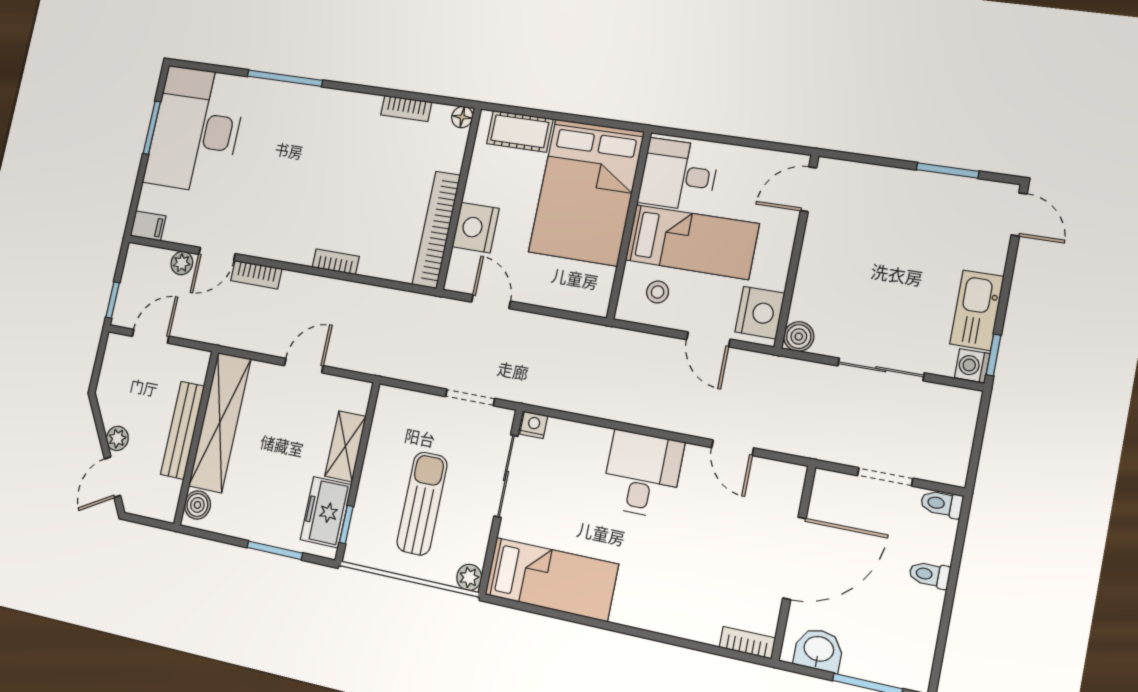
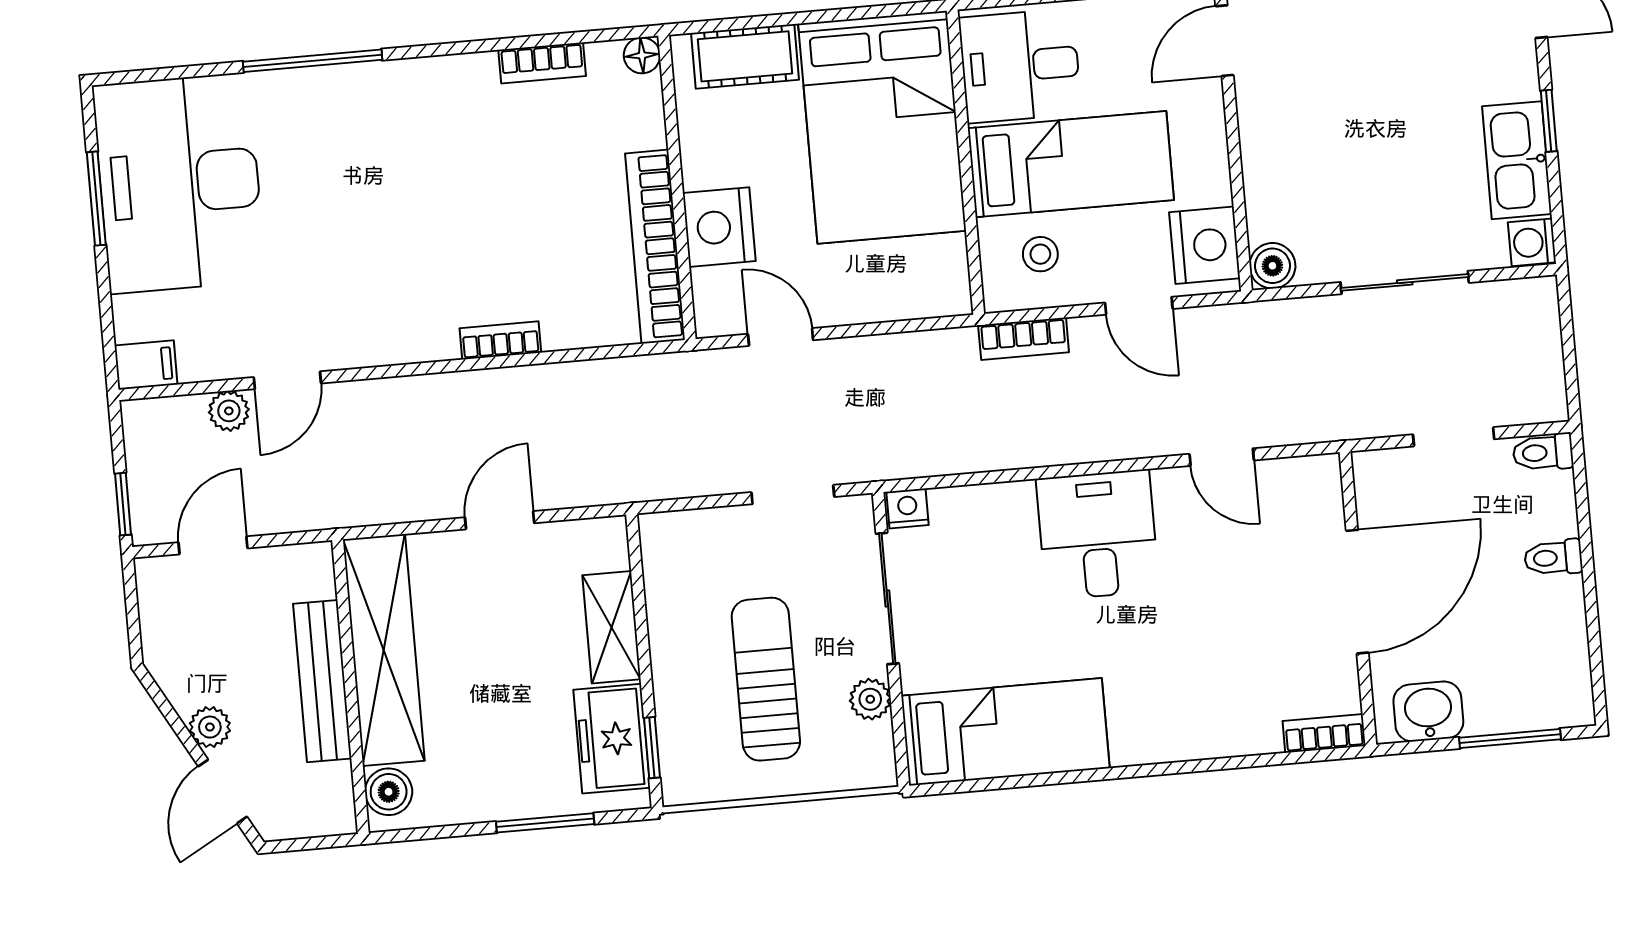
bookcase: (256, 275) -> (1024, 339), moved
window: (994, 355) -> (1549, 121), moved
plant: (469, 577) -> (870, 699), moved

